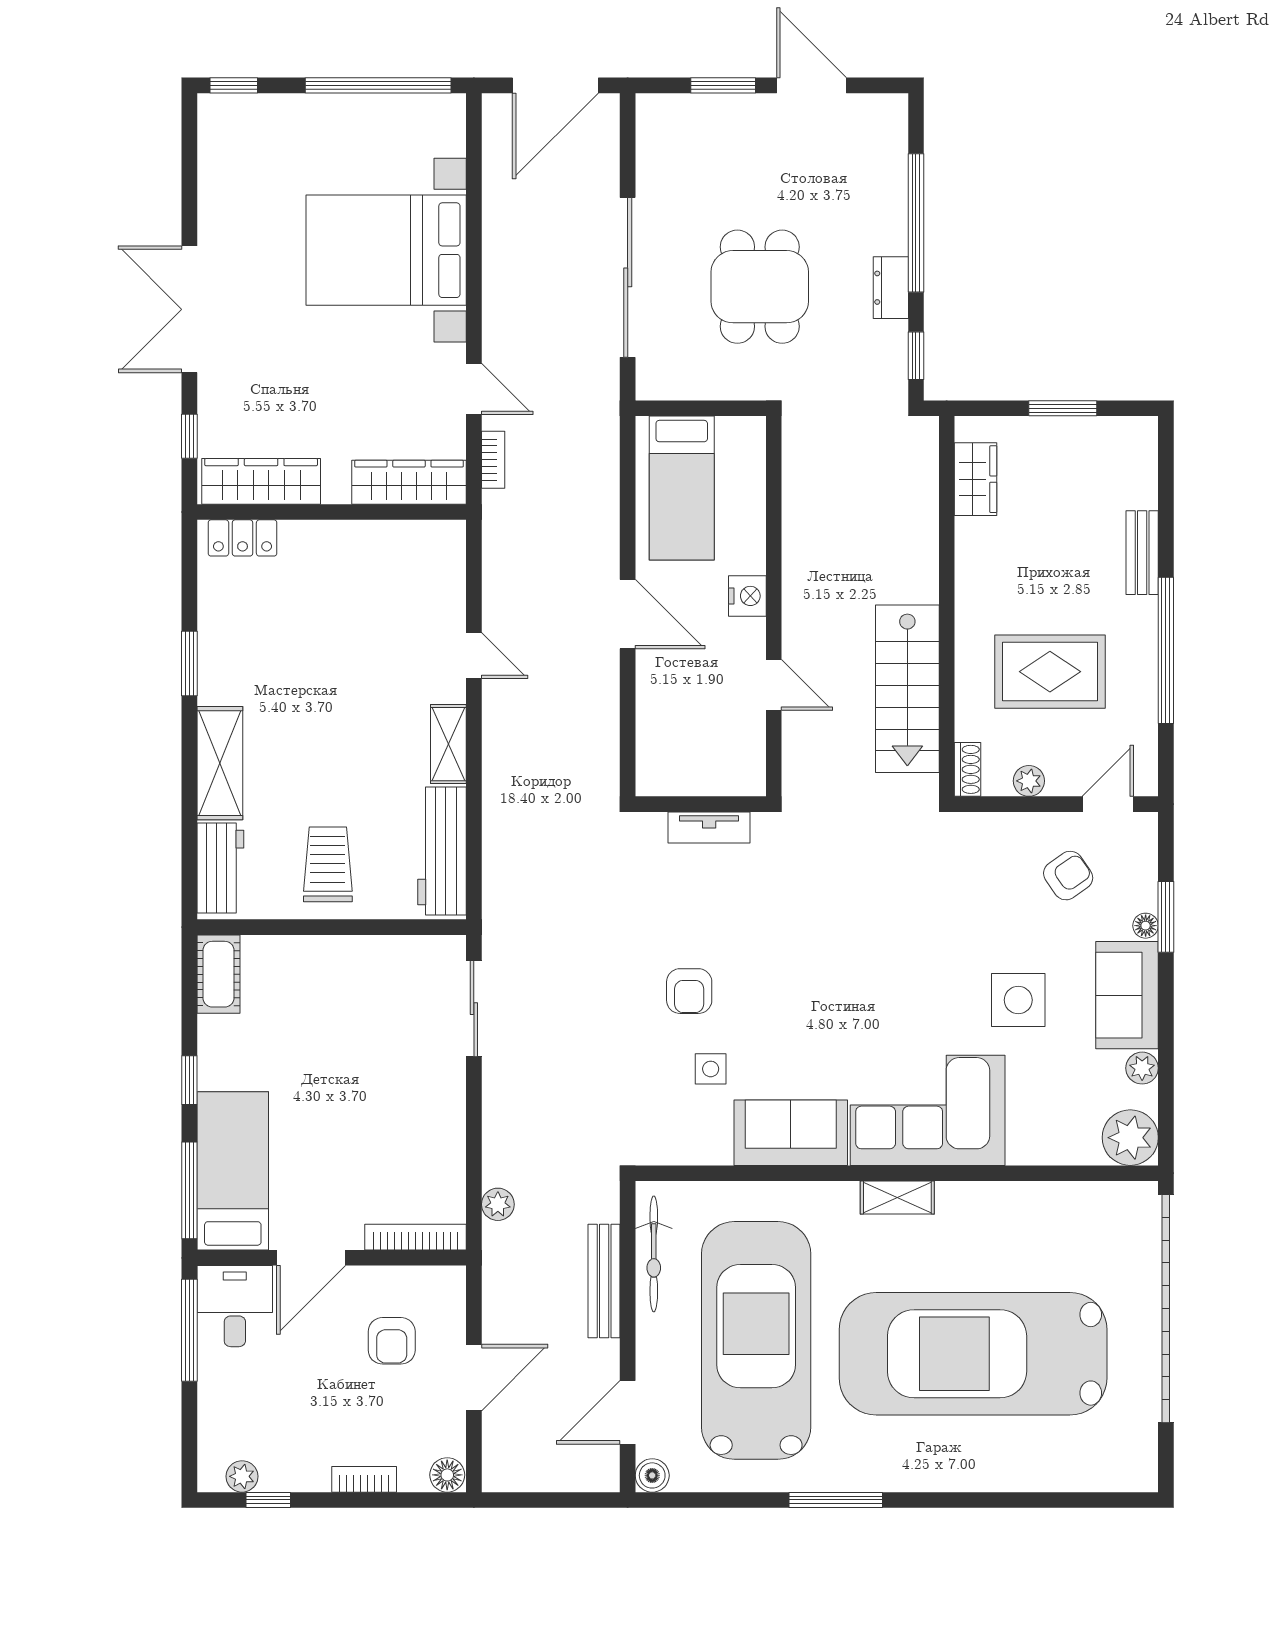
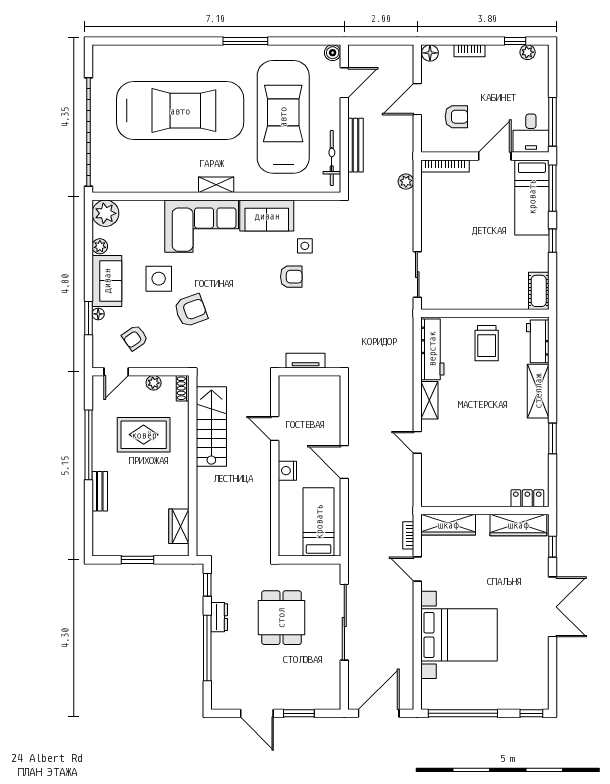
armchair: (950, 933) -> (191, 310), added
armchair: (689, 991) -> (291, 277), moved, turned 90
car: (756, 1340) -> (283, 117), turned 180
armchair: (392, 1341) -> (456, 117), turned 90

